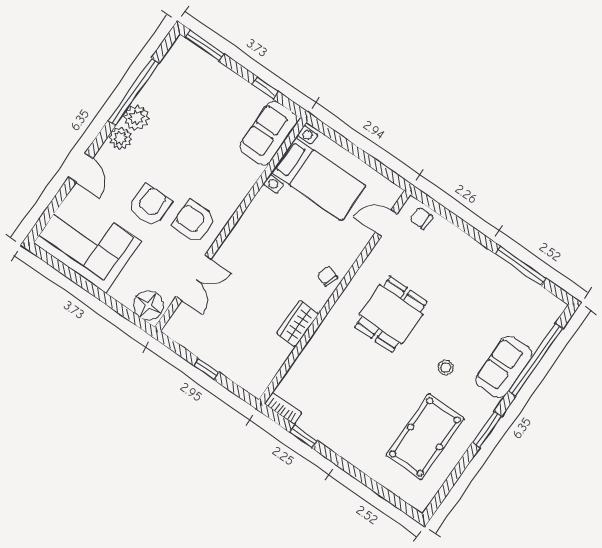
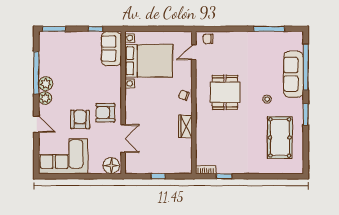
bed with nightstands: (318, 179) -> (149, 61), width x1.36
sofa: (504, 367) -> (293, 74), width x1.36

